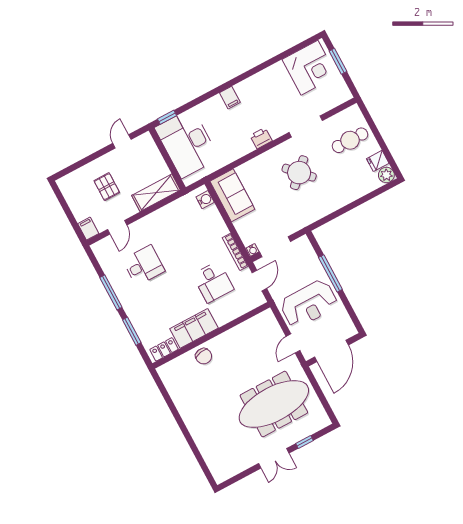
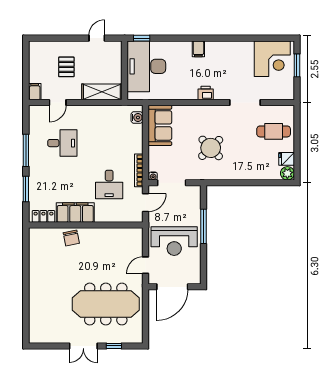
round table: (299, 173) -> (211, 148), moved

